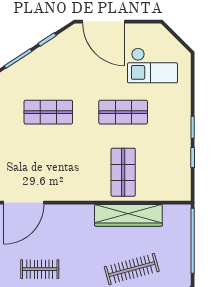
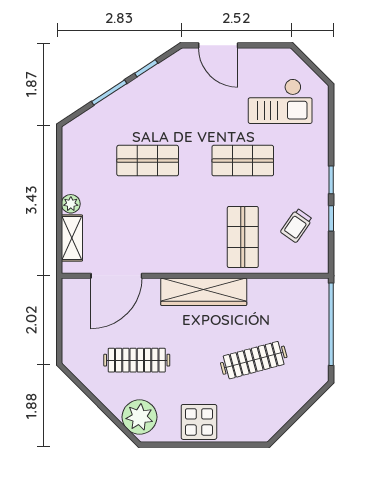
door: (104, 22) -> (218, 45), width x0.73
trolley: (165, 163) -> (296, 225), added
wardrobe: (128, 215) -> (204, 292), moved
clothes rail: (40, 269) -> (137, 360), width x1.36

